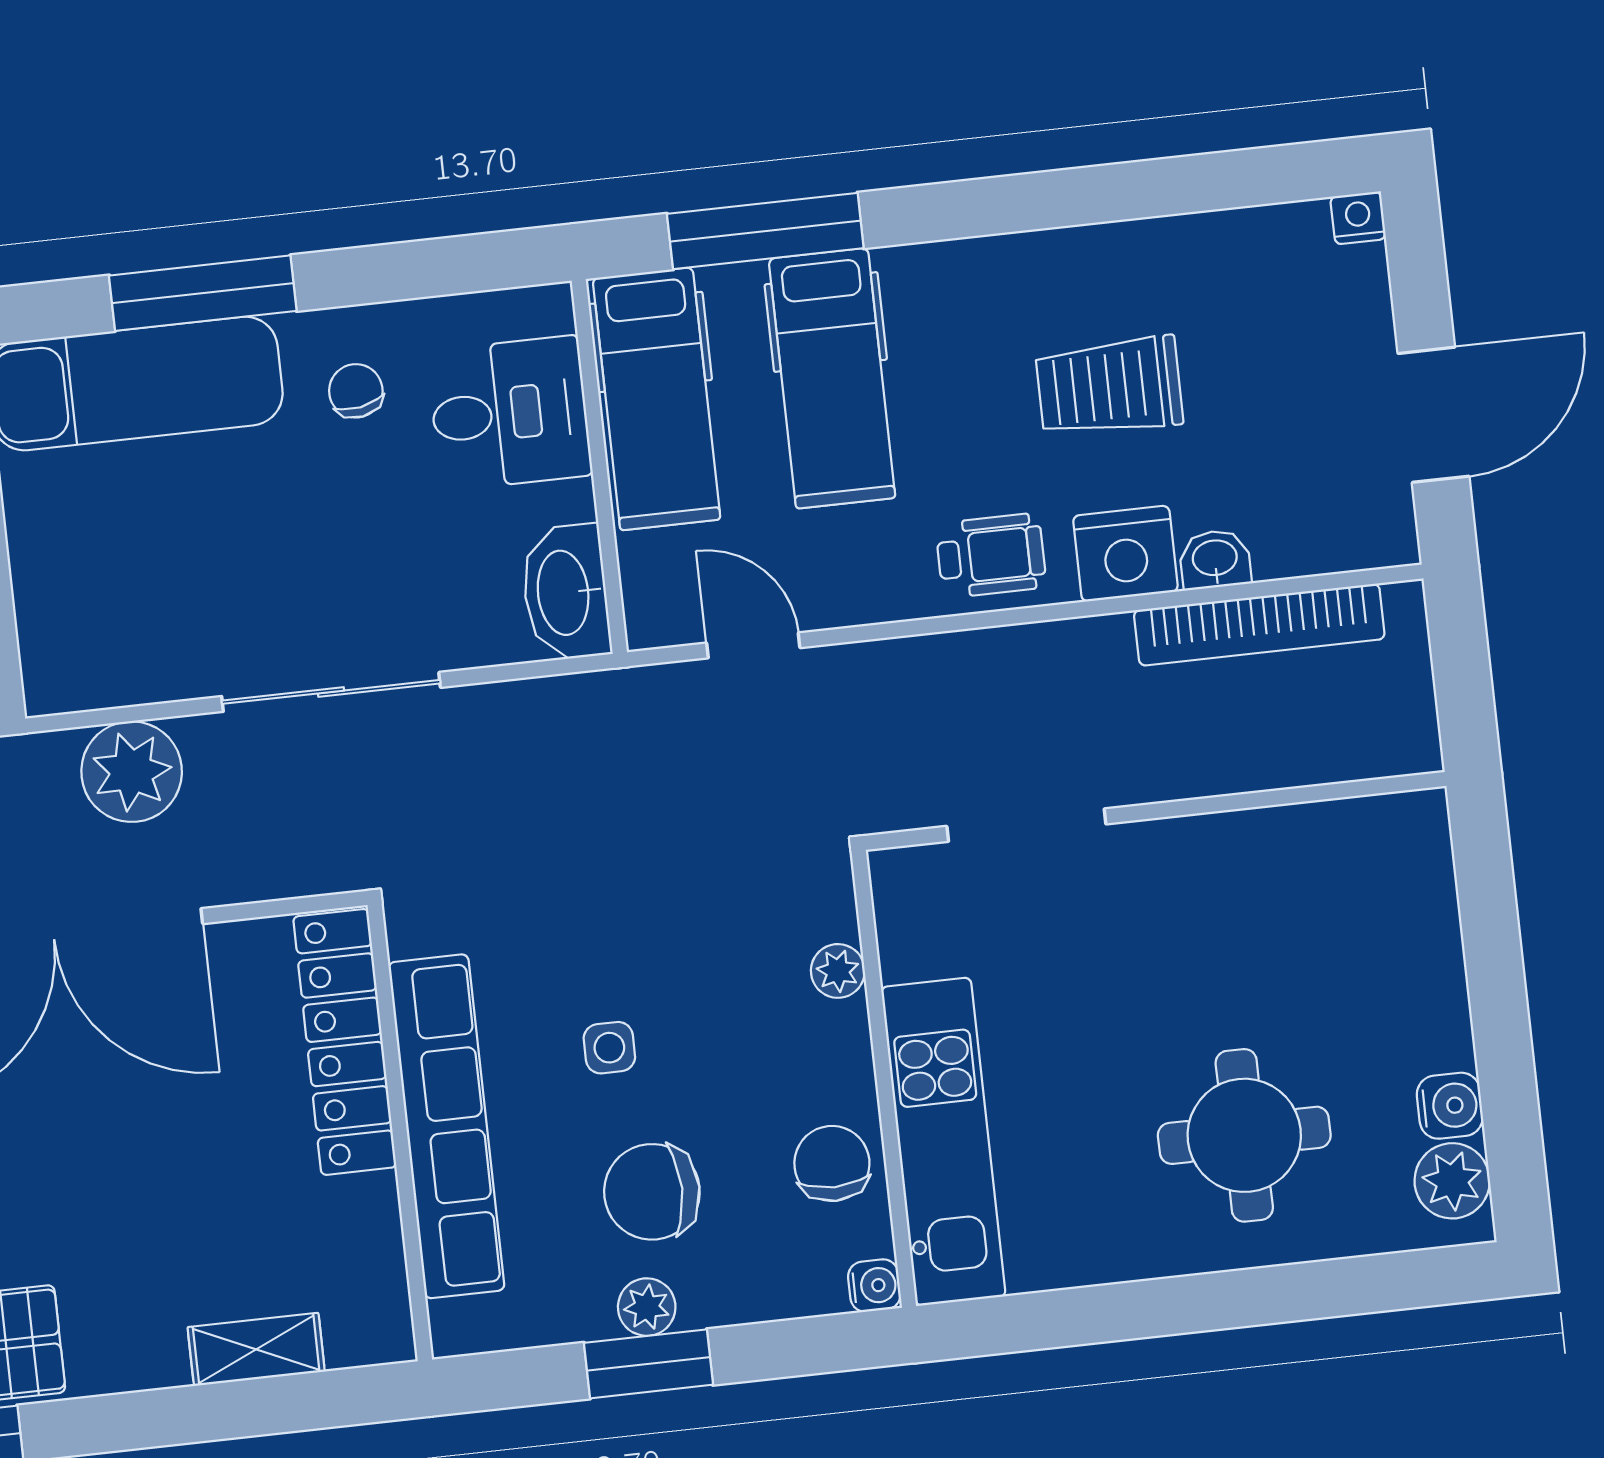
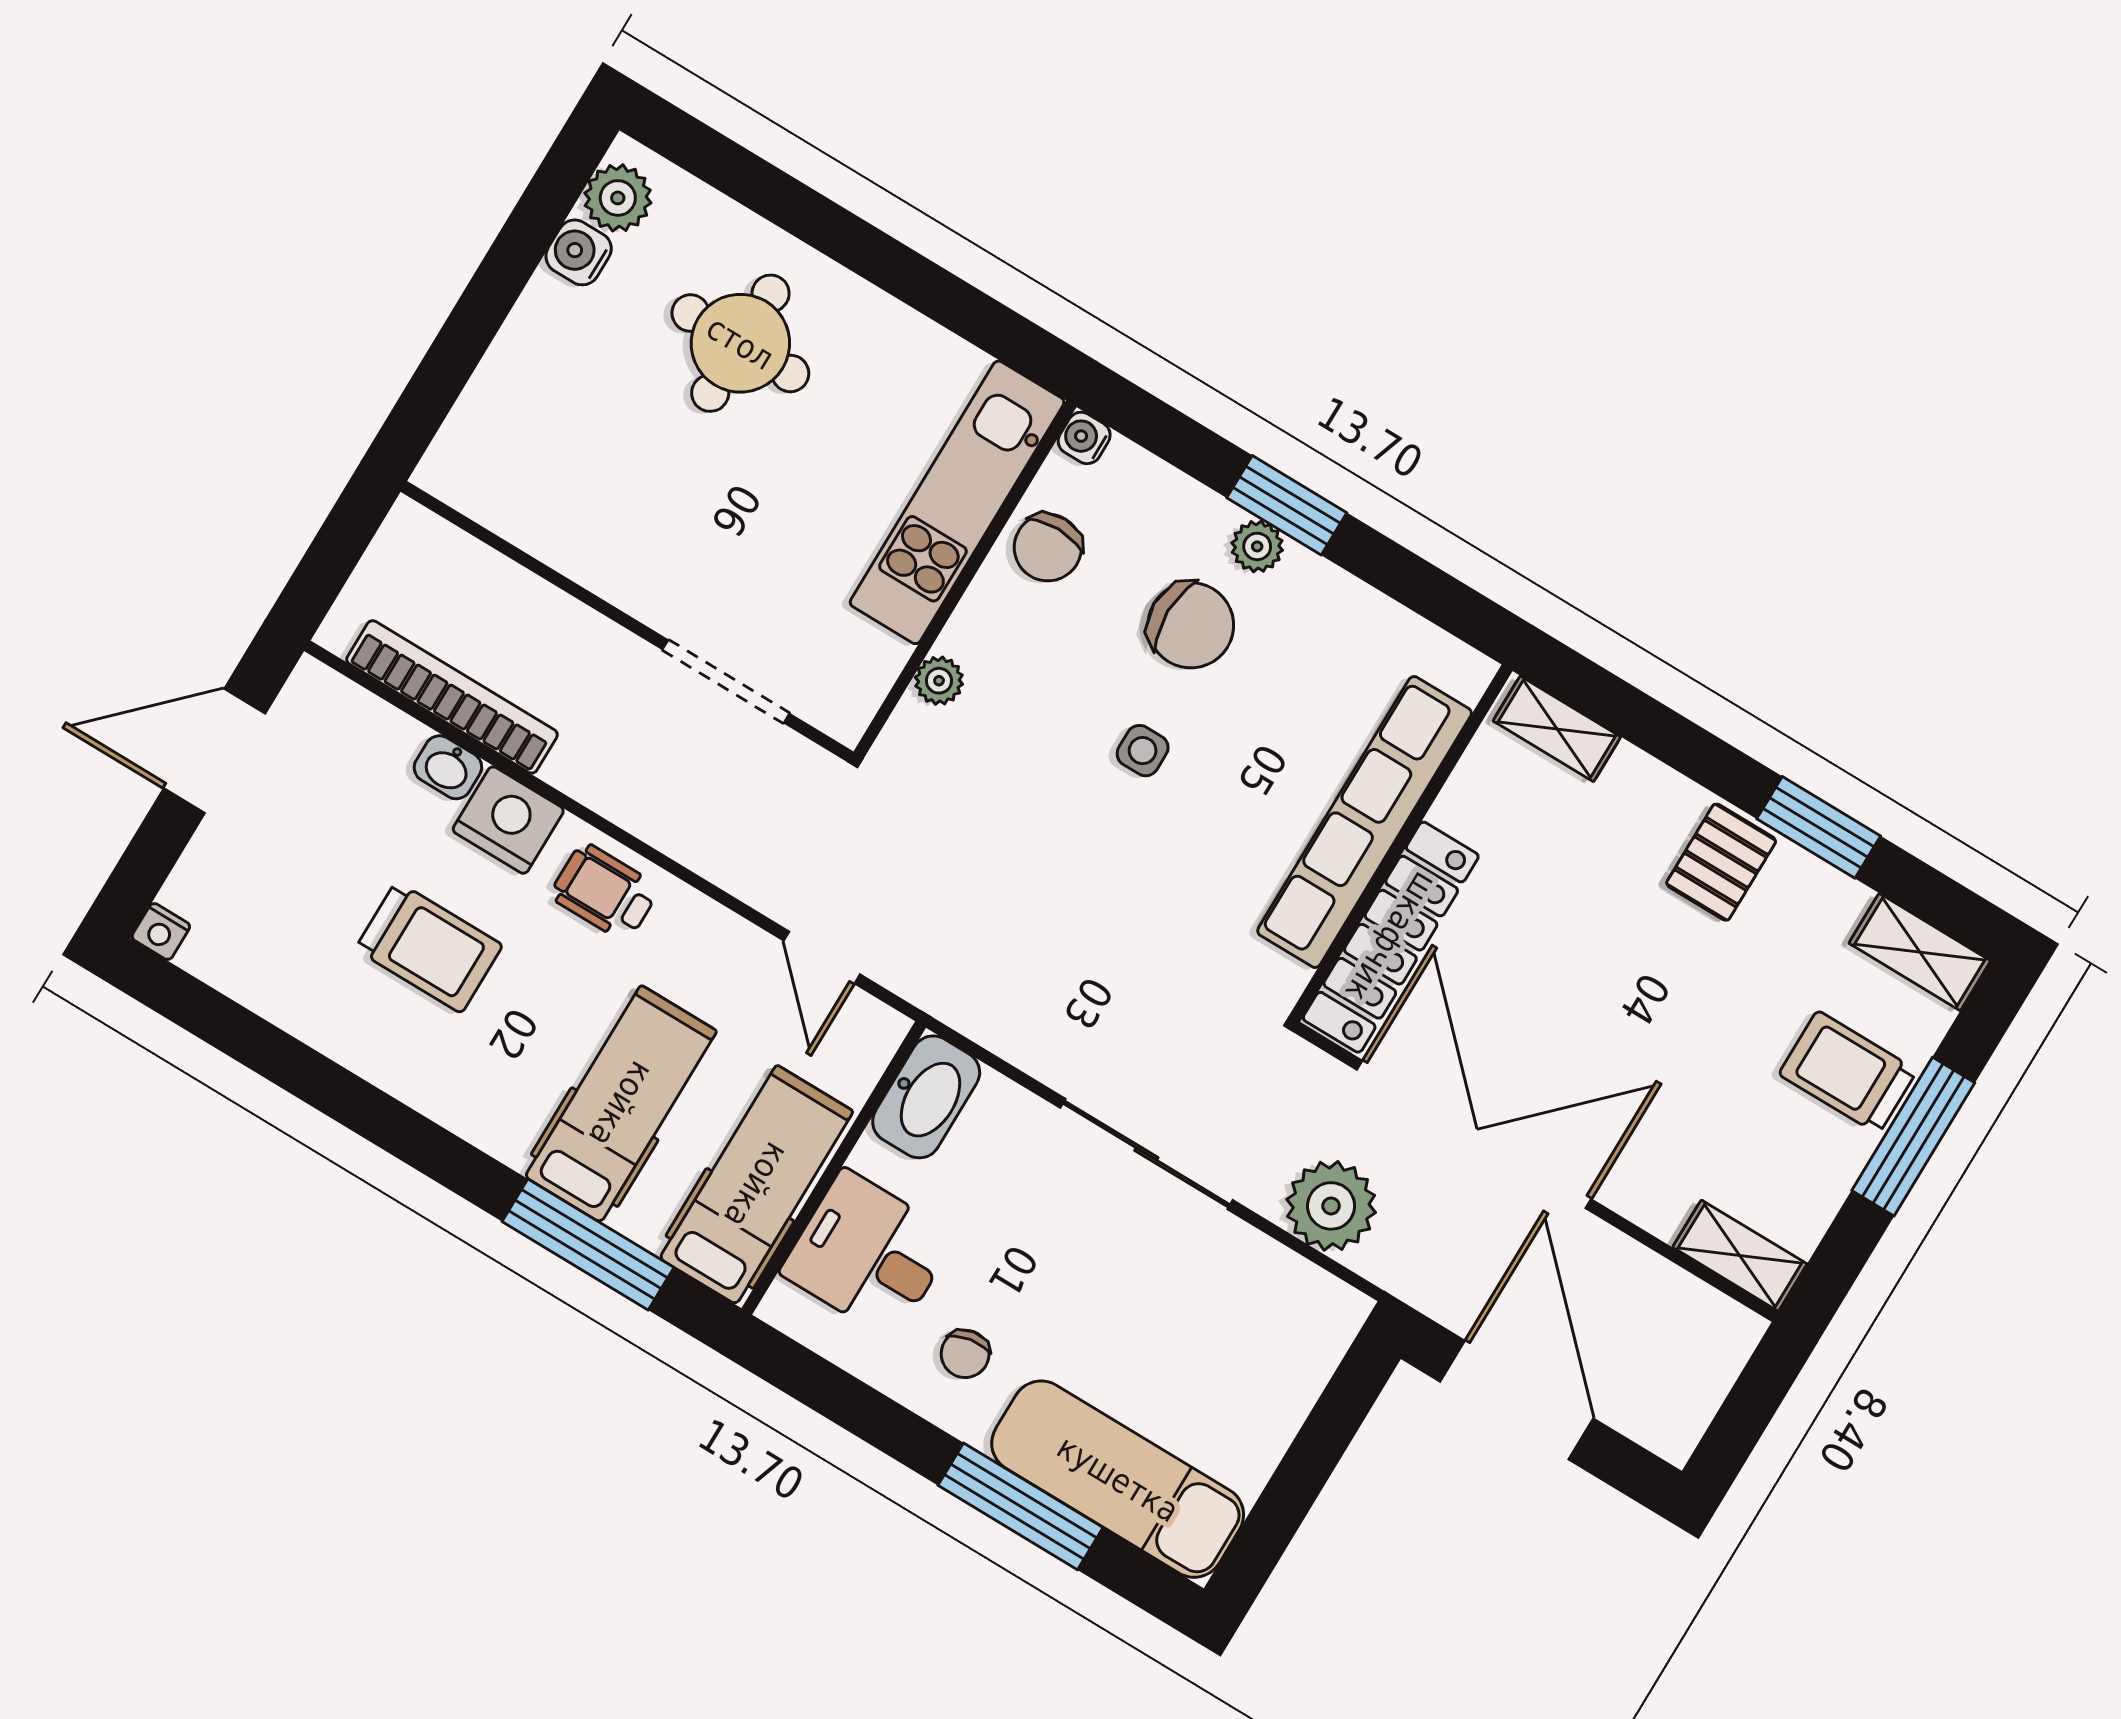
locker: (345, 1042) -> (1391, 937), moved
row of seats: (446, 1126) -> (1365, 822), moved
wall: (400, 1132) -> (1401, 843), moved

